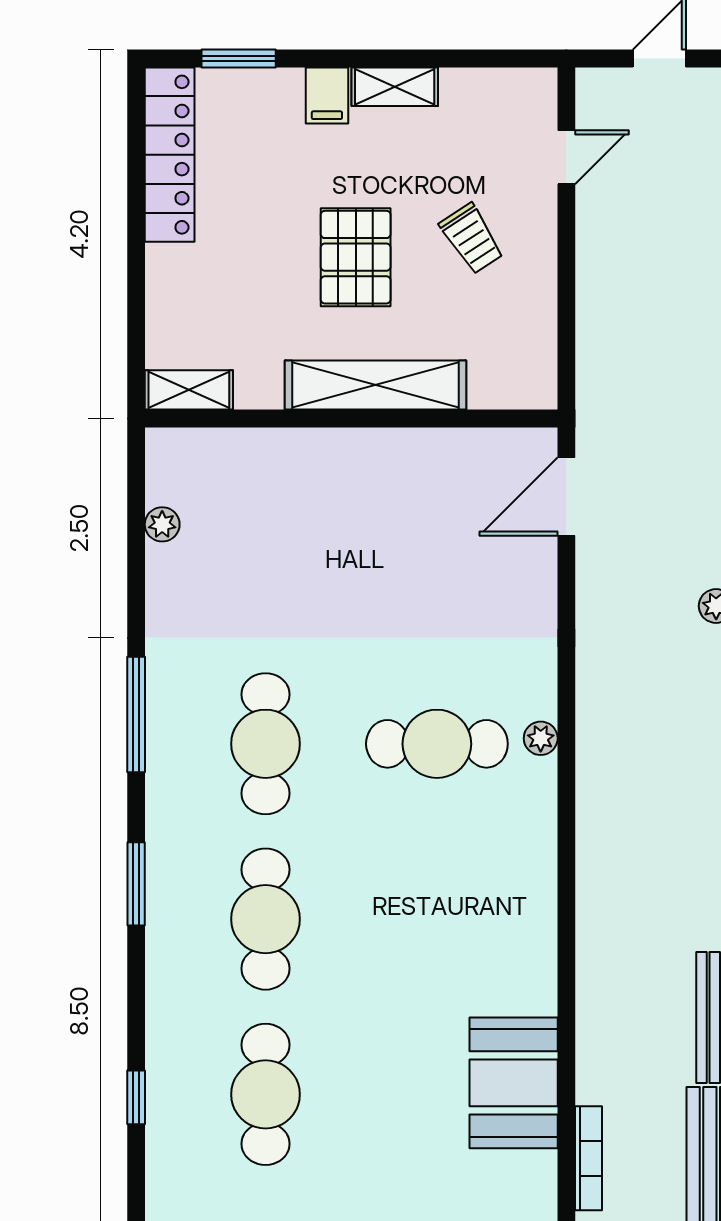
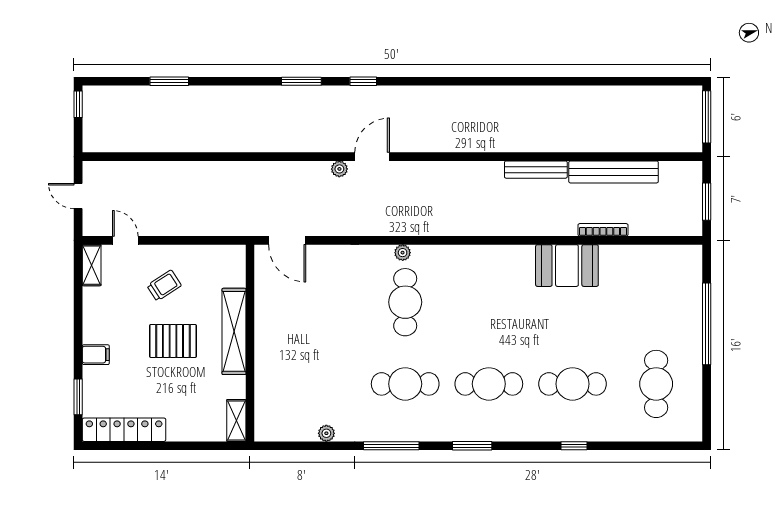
shelving: (395, 87) -> (92, 265), moved
plant: (162, 524) -> (326, 433), moved

